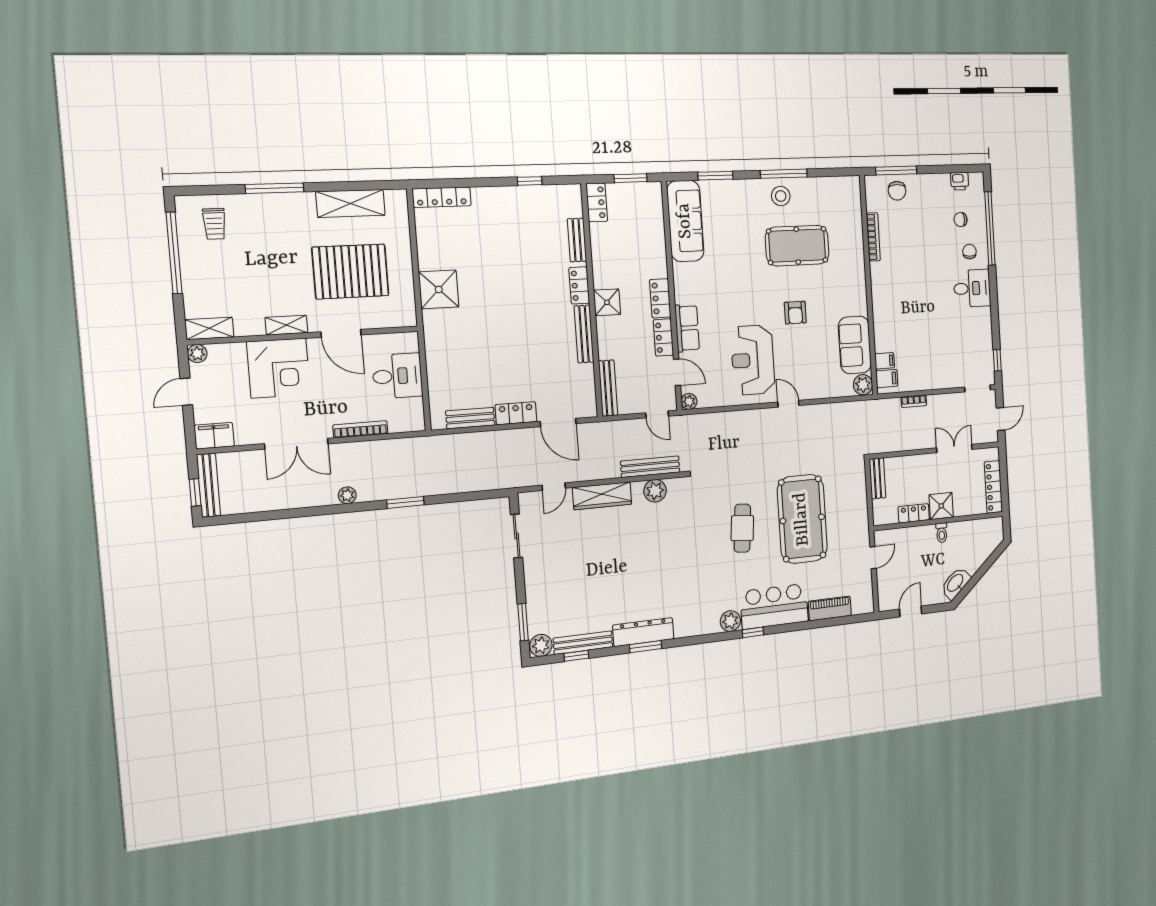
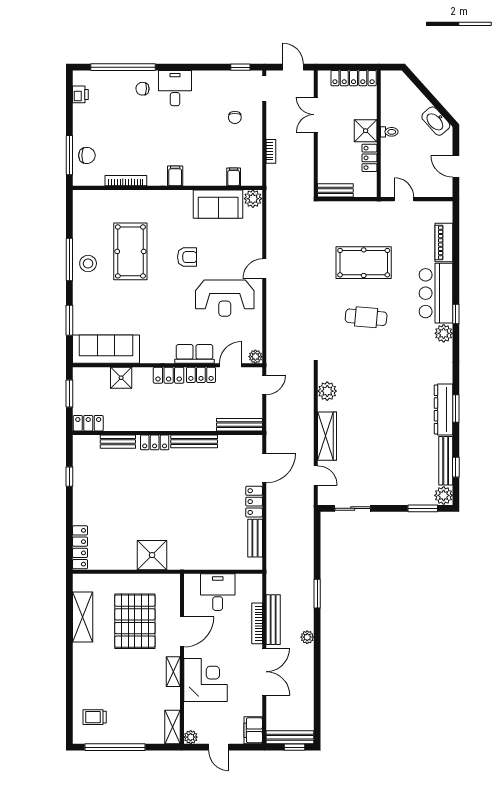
window: (275, 188) -> (69, 672), removed
chair: (960, 220) -> (235, 117), moved
trolley: (214, 224) -> (95, 717), turned 180
shower: (607, 302) -> (121, 378), moved
filing cabinet: (887, 378) -> (175, 176), moved
bench: (650, 467) -> (273, 620), moved
pool table: (802, 519) -> (364, 263), width x0.73, depth x0.76

